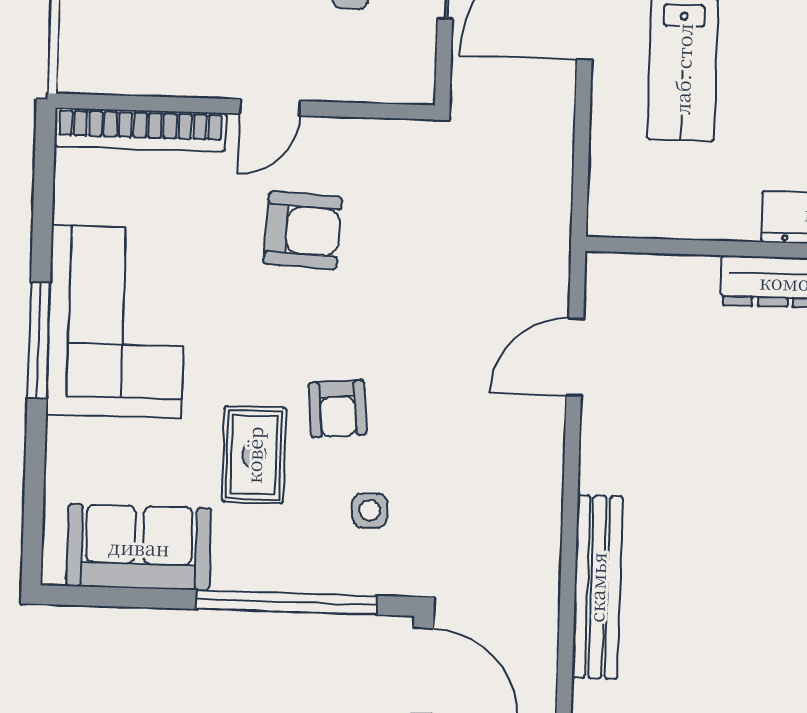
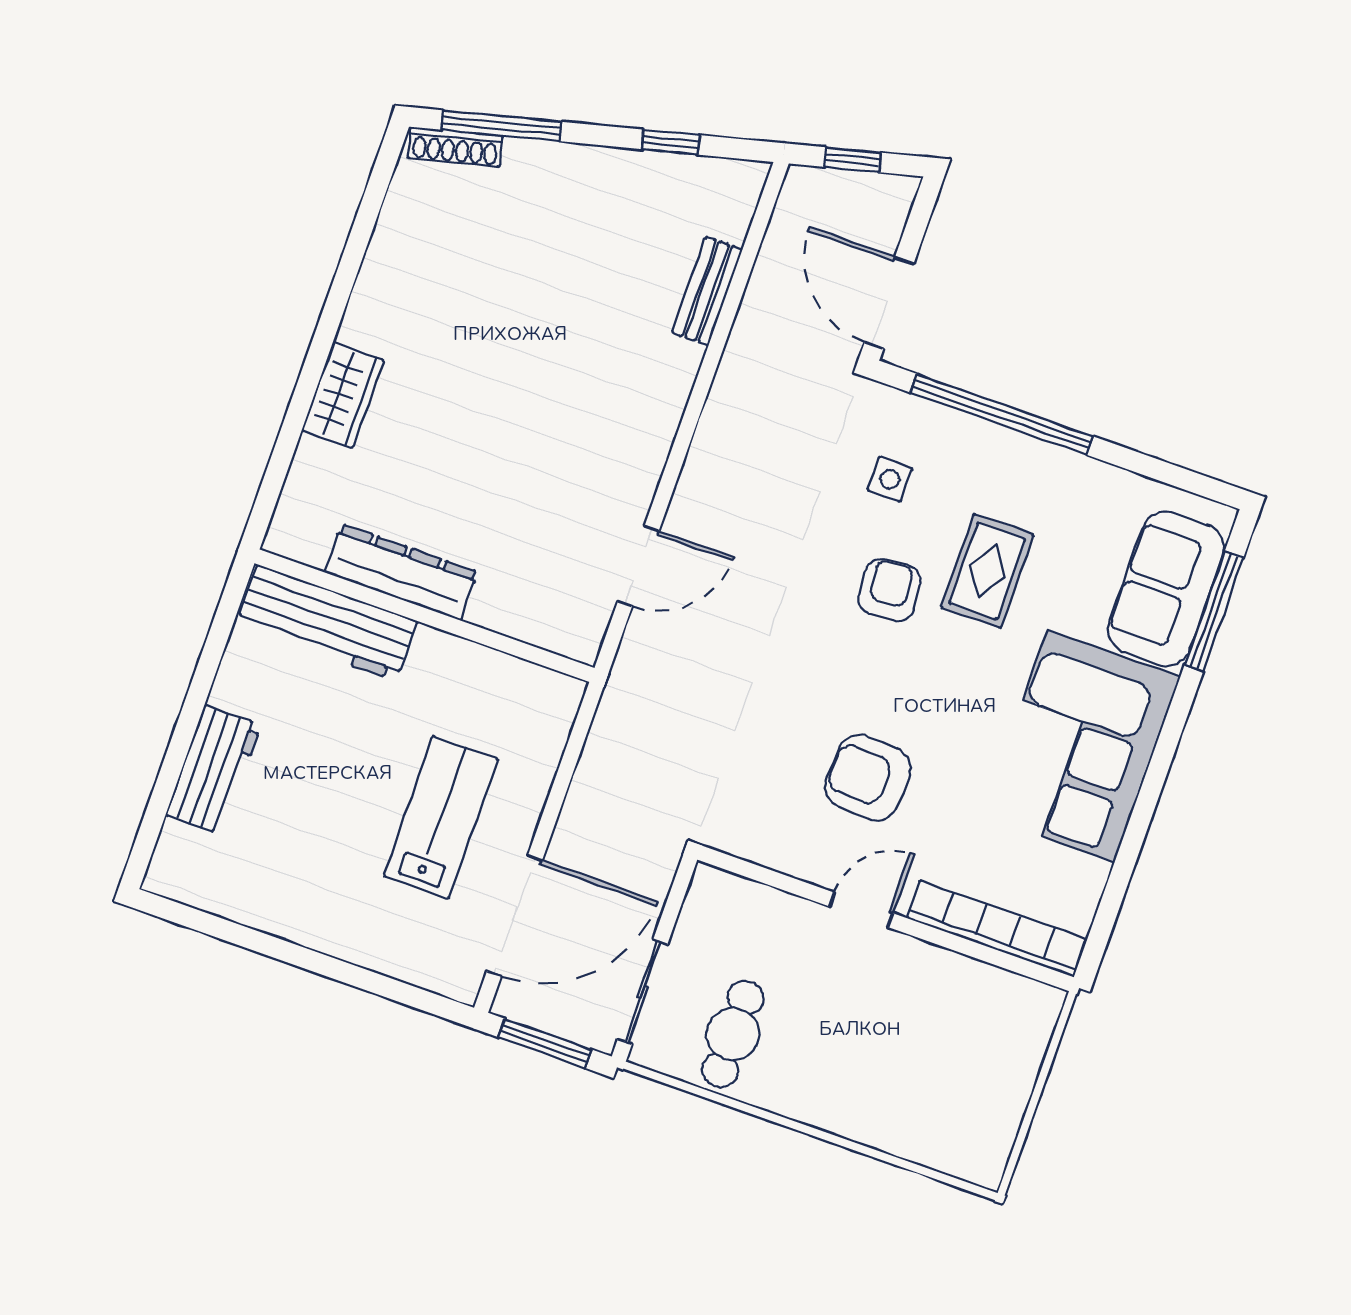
window: (39, 340) -> (1214, 611), moved
sofa: (139, 547) -> (1166, 589), moved, turned 90
bench: (597, 587) -> (707, 291), width x0.54, depth x0.82

